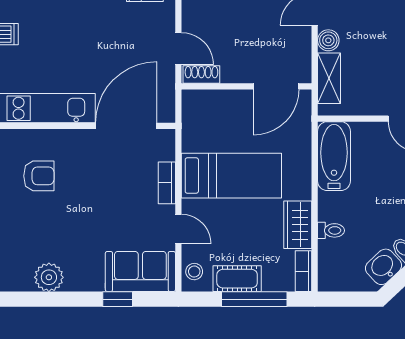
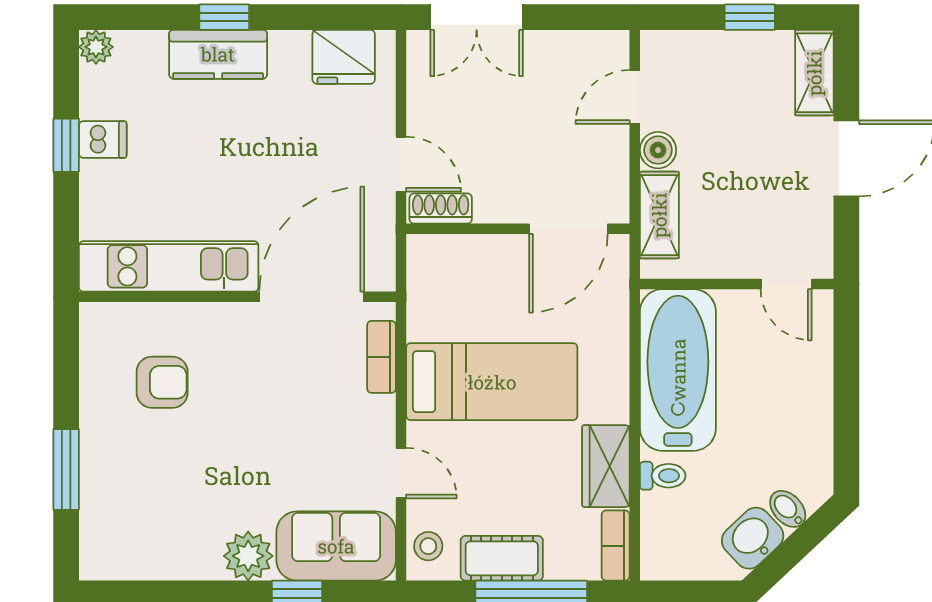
bathtub: (334, 156) -> (678, 370), width x1.36, depth x1.36
bookcase: (167, 183) -> (381, 357), moved
plant: (49, 277) -> (248, 556), moved

